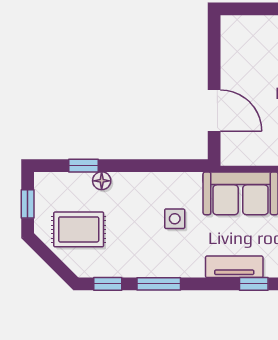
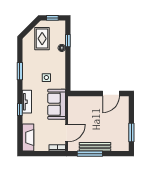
door: (214, 111) -> (111, 94), moved
window: (108, 284) -> (20, 50), removed

